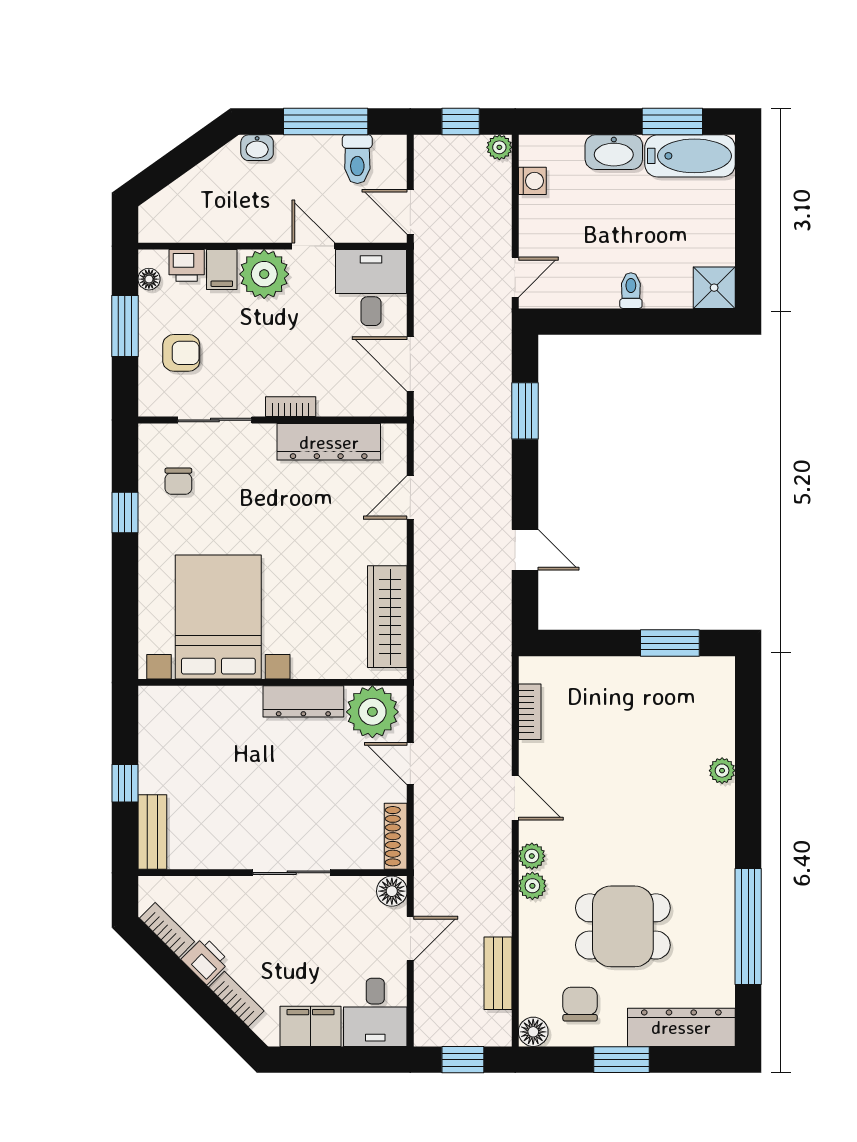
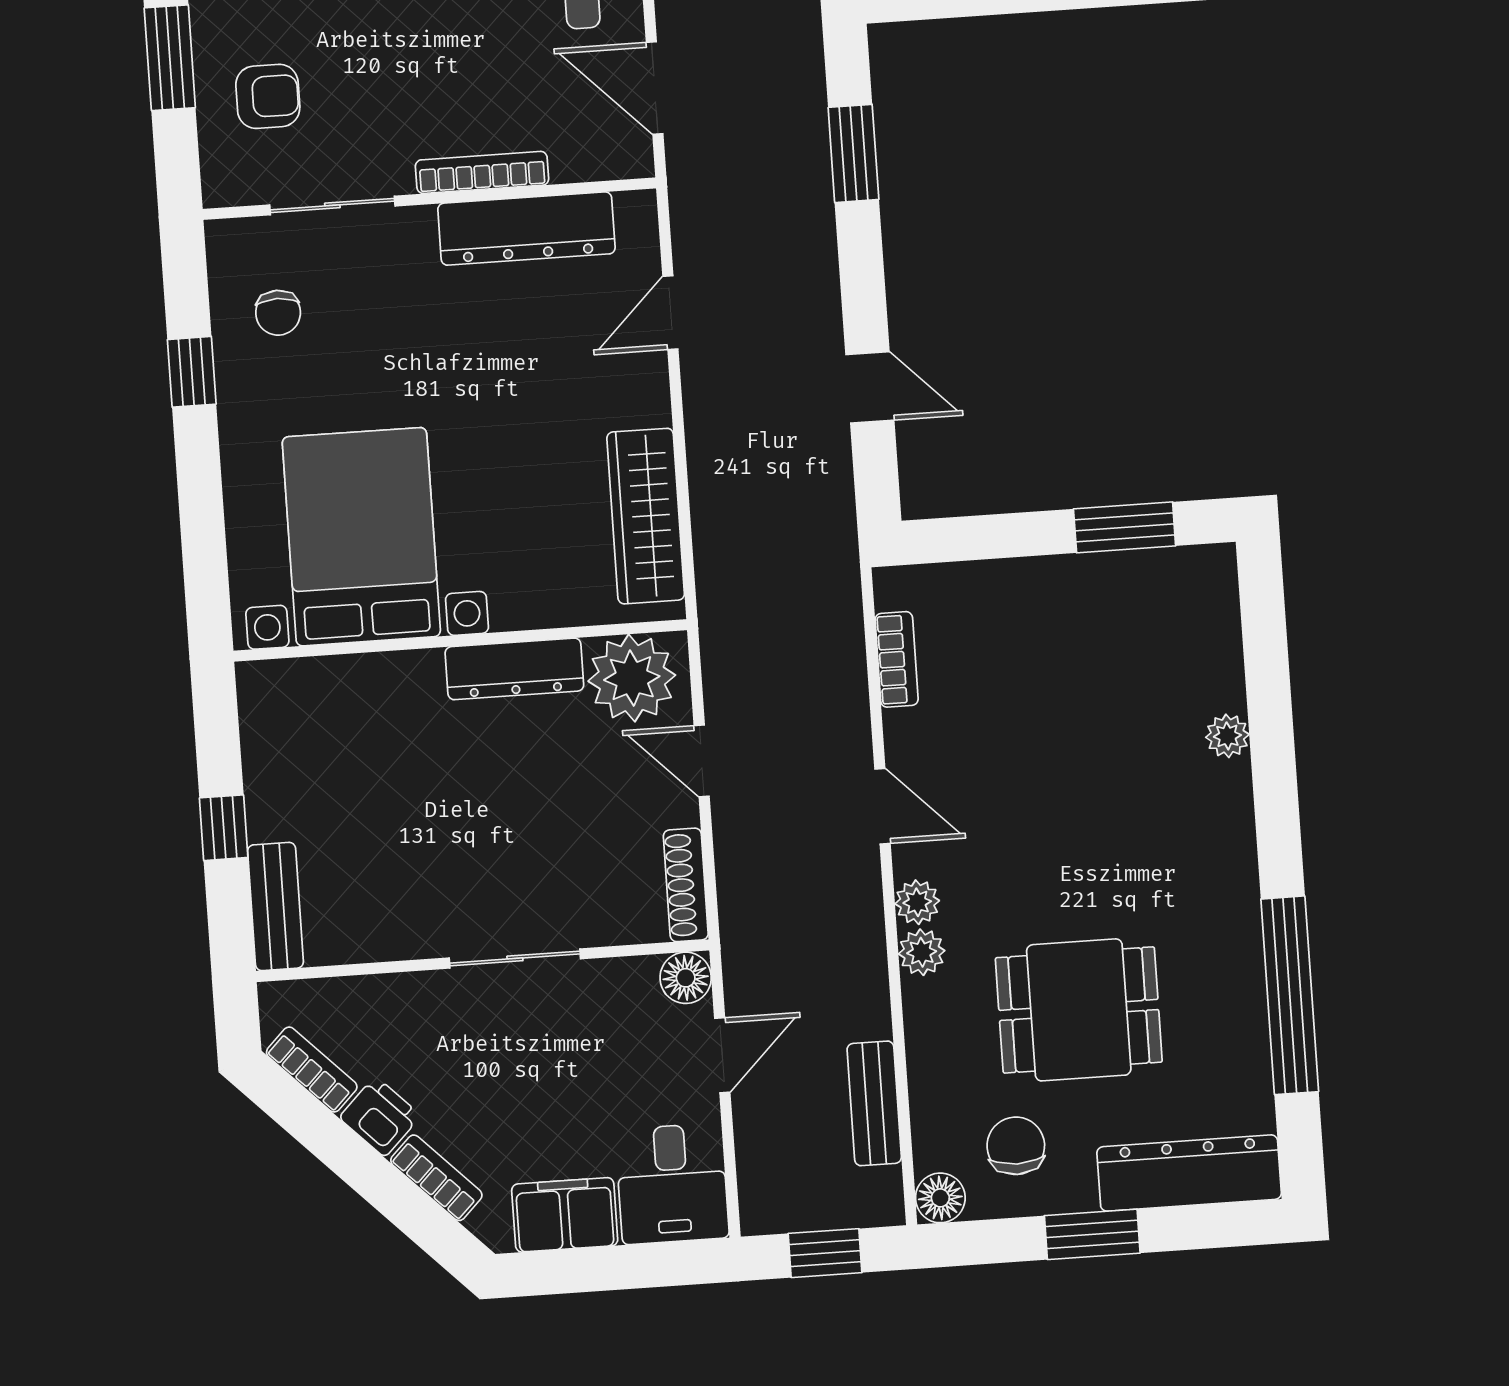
bookcase: (291, 407) -> (482, 172), width x1.56

